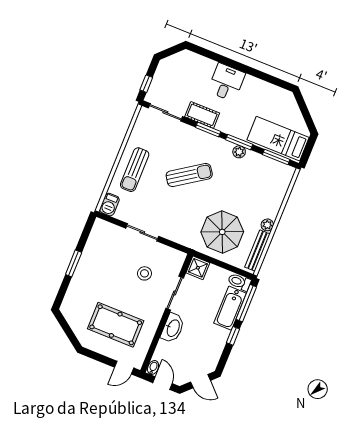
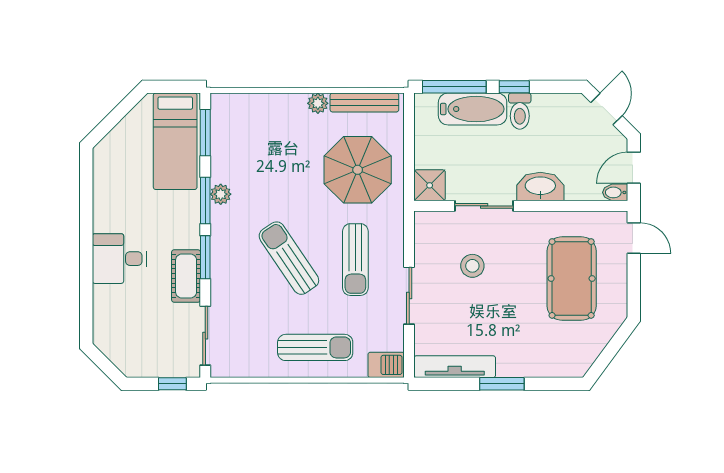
sun lounger: (174, 211) -> (355, 260), added
tv unit: (93, 242) -> (455, 367), added
toilet: (239, 282) -> (520, 111), moved

